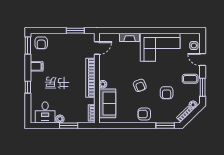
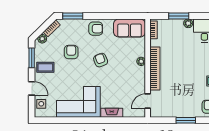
window: (75, 31) -> (186, 120), moved
sofa: (107, 103) -> (130, 28), moved, turned -90

